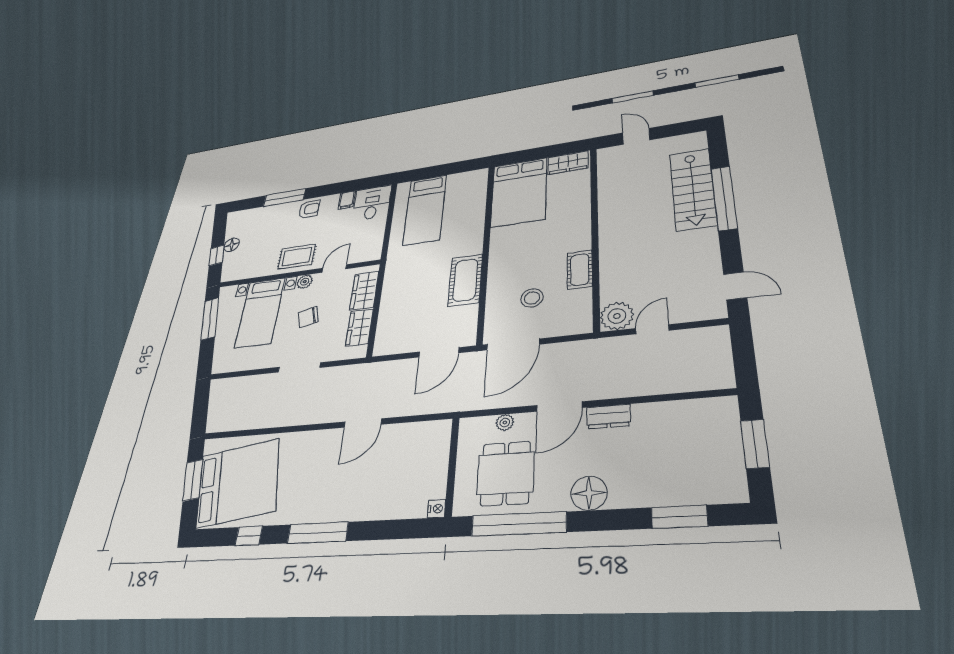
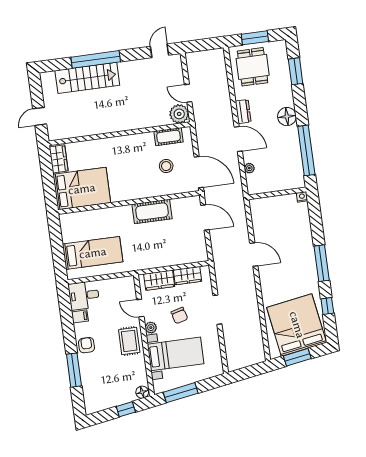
floor lamp: (232, 245) -> (142, 392), moved
cot: (580, 270) -> (168, 137), moved
dining table: (506, 473) -> (253, 67), moved, turned 90

